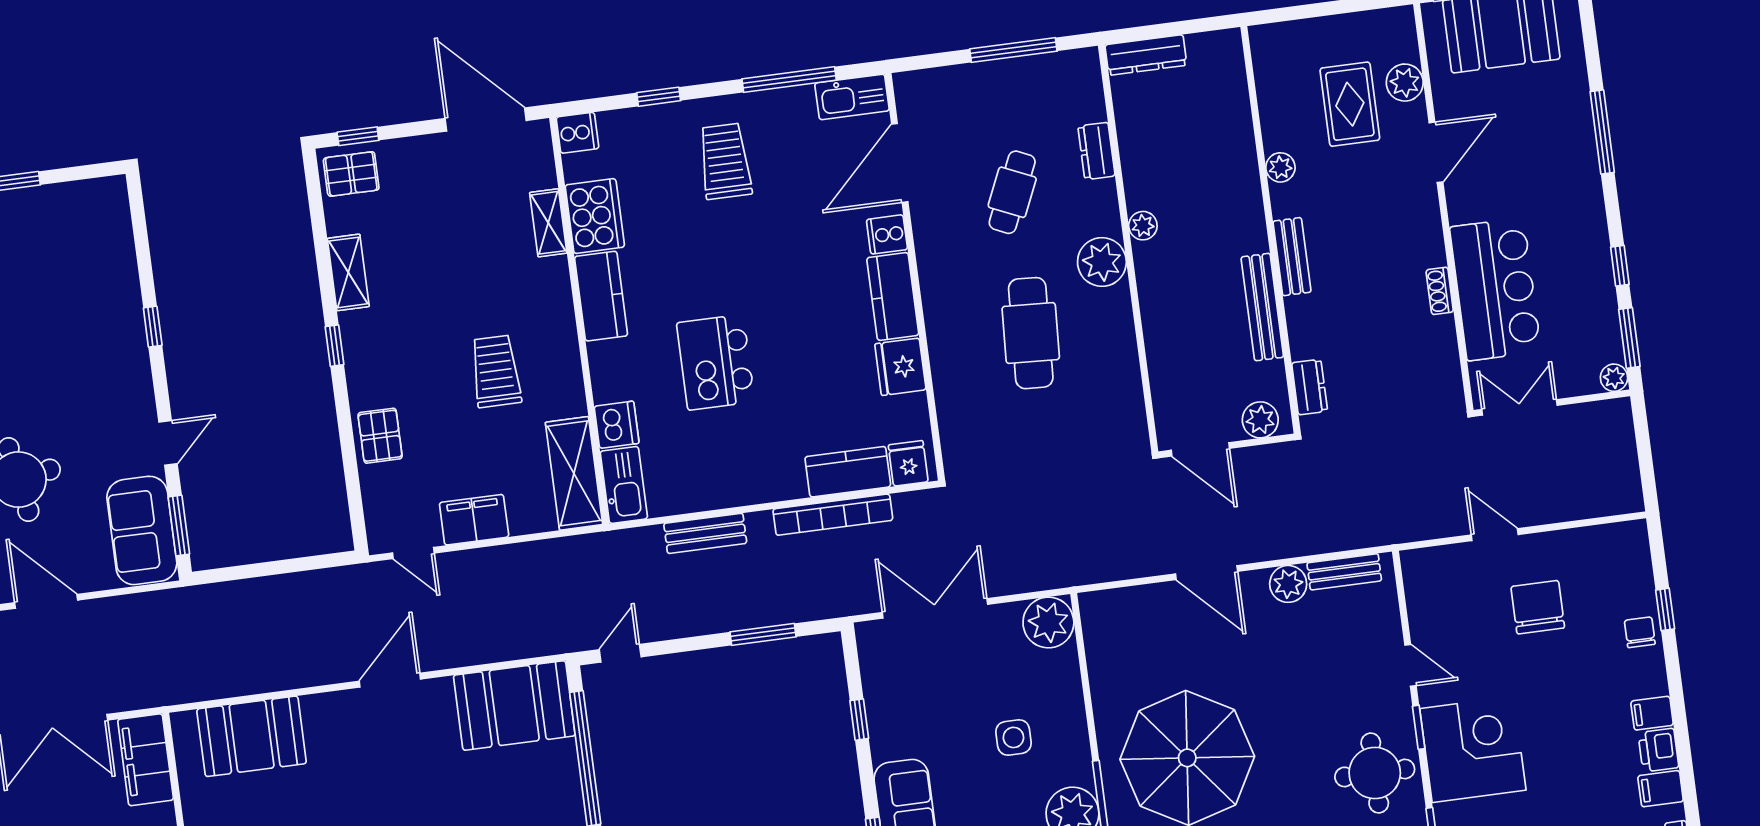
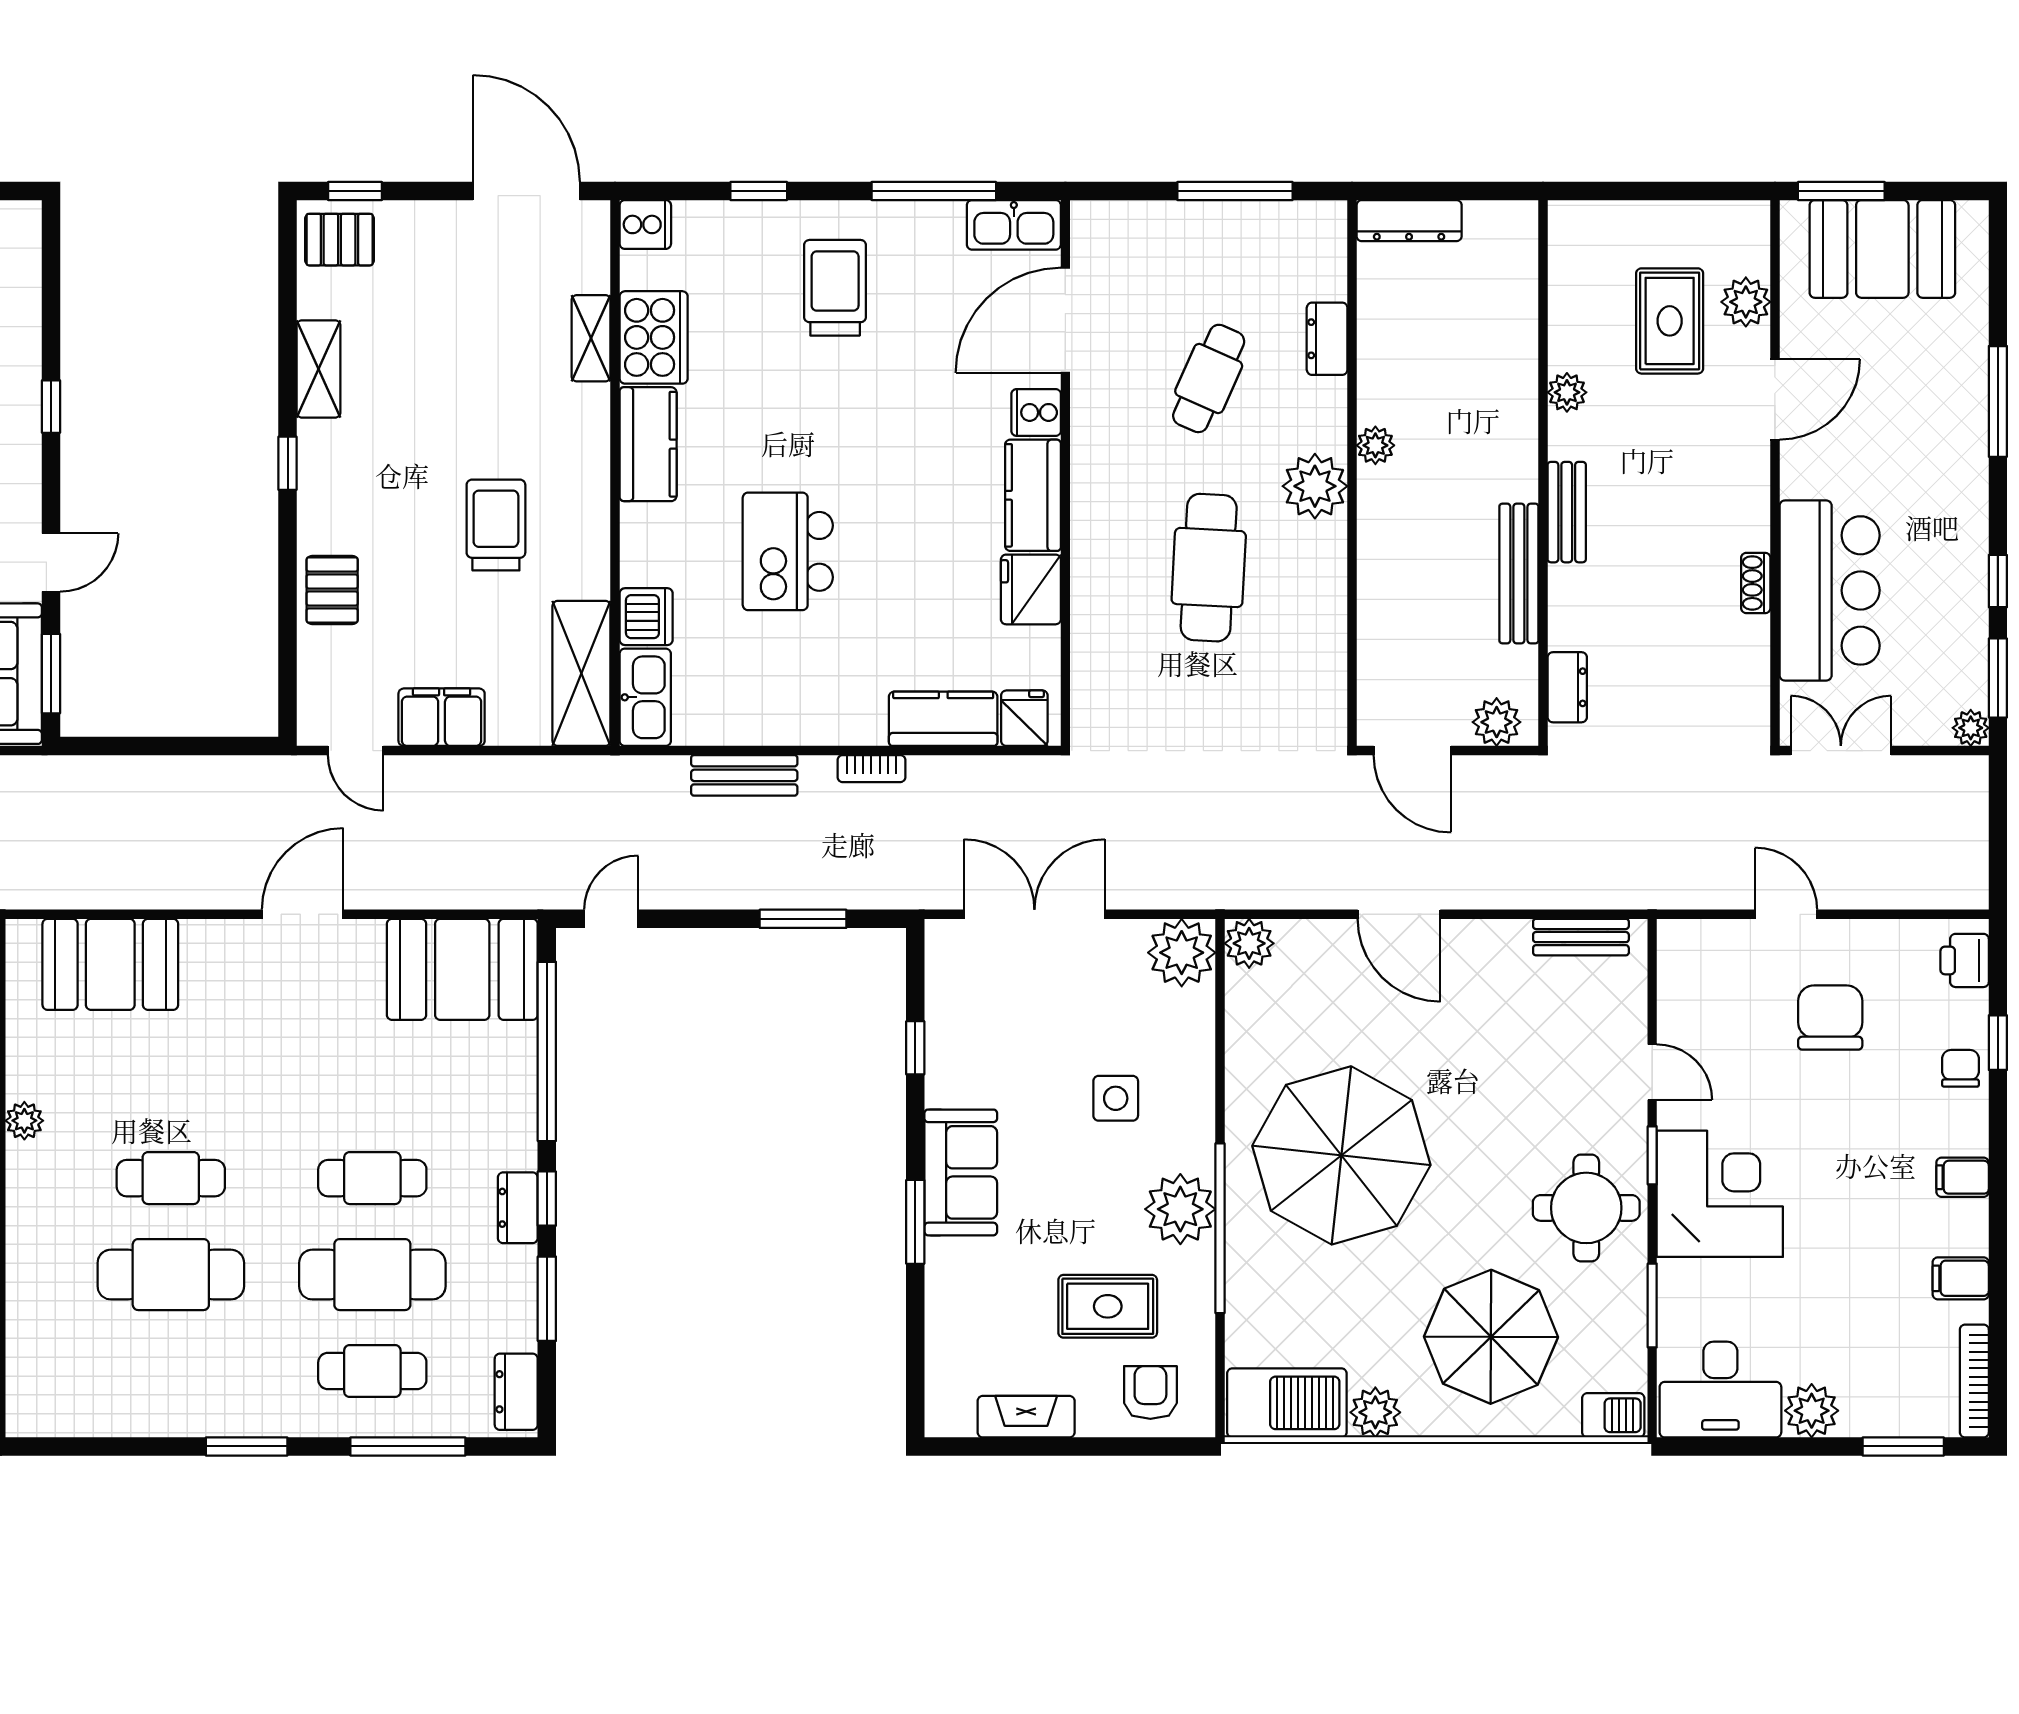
bookcase: (833, 515) -> (871, 769), width x0.43, depth x0.76
plant: (1288, 584) -> (1249, 943), moved
printer: (1658, 750) -> (1965, 960), moved

